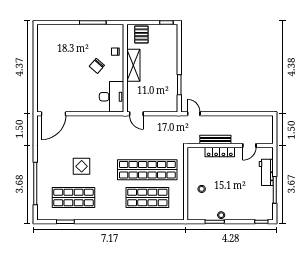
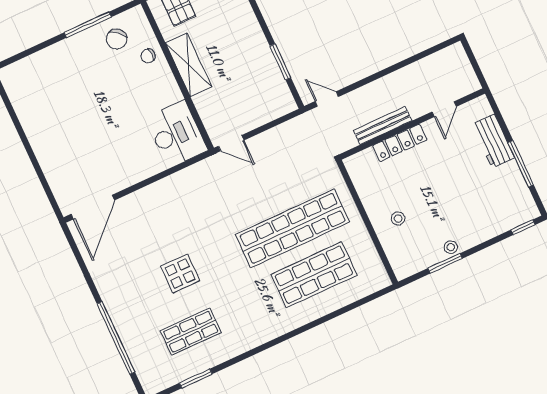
chair: (97, 66) -> (117, 39), moved
shop shelf: (74, 197) -> (191, 332), width x0.70, depth x0.74

